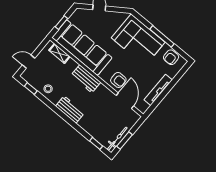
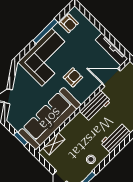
workbench: (86, 79) -> (95, 106), moved
armchair: (118, 80) -> (73, 77), moved
tv unit: (158, 90) -> (112, 49), moved

